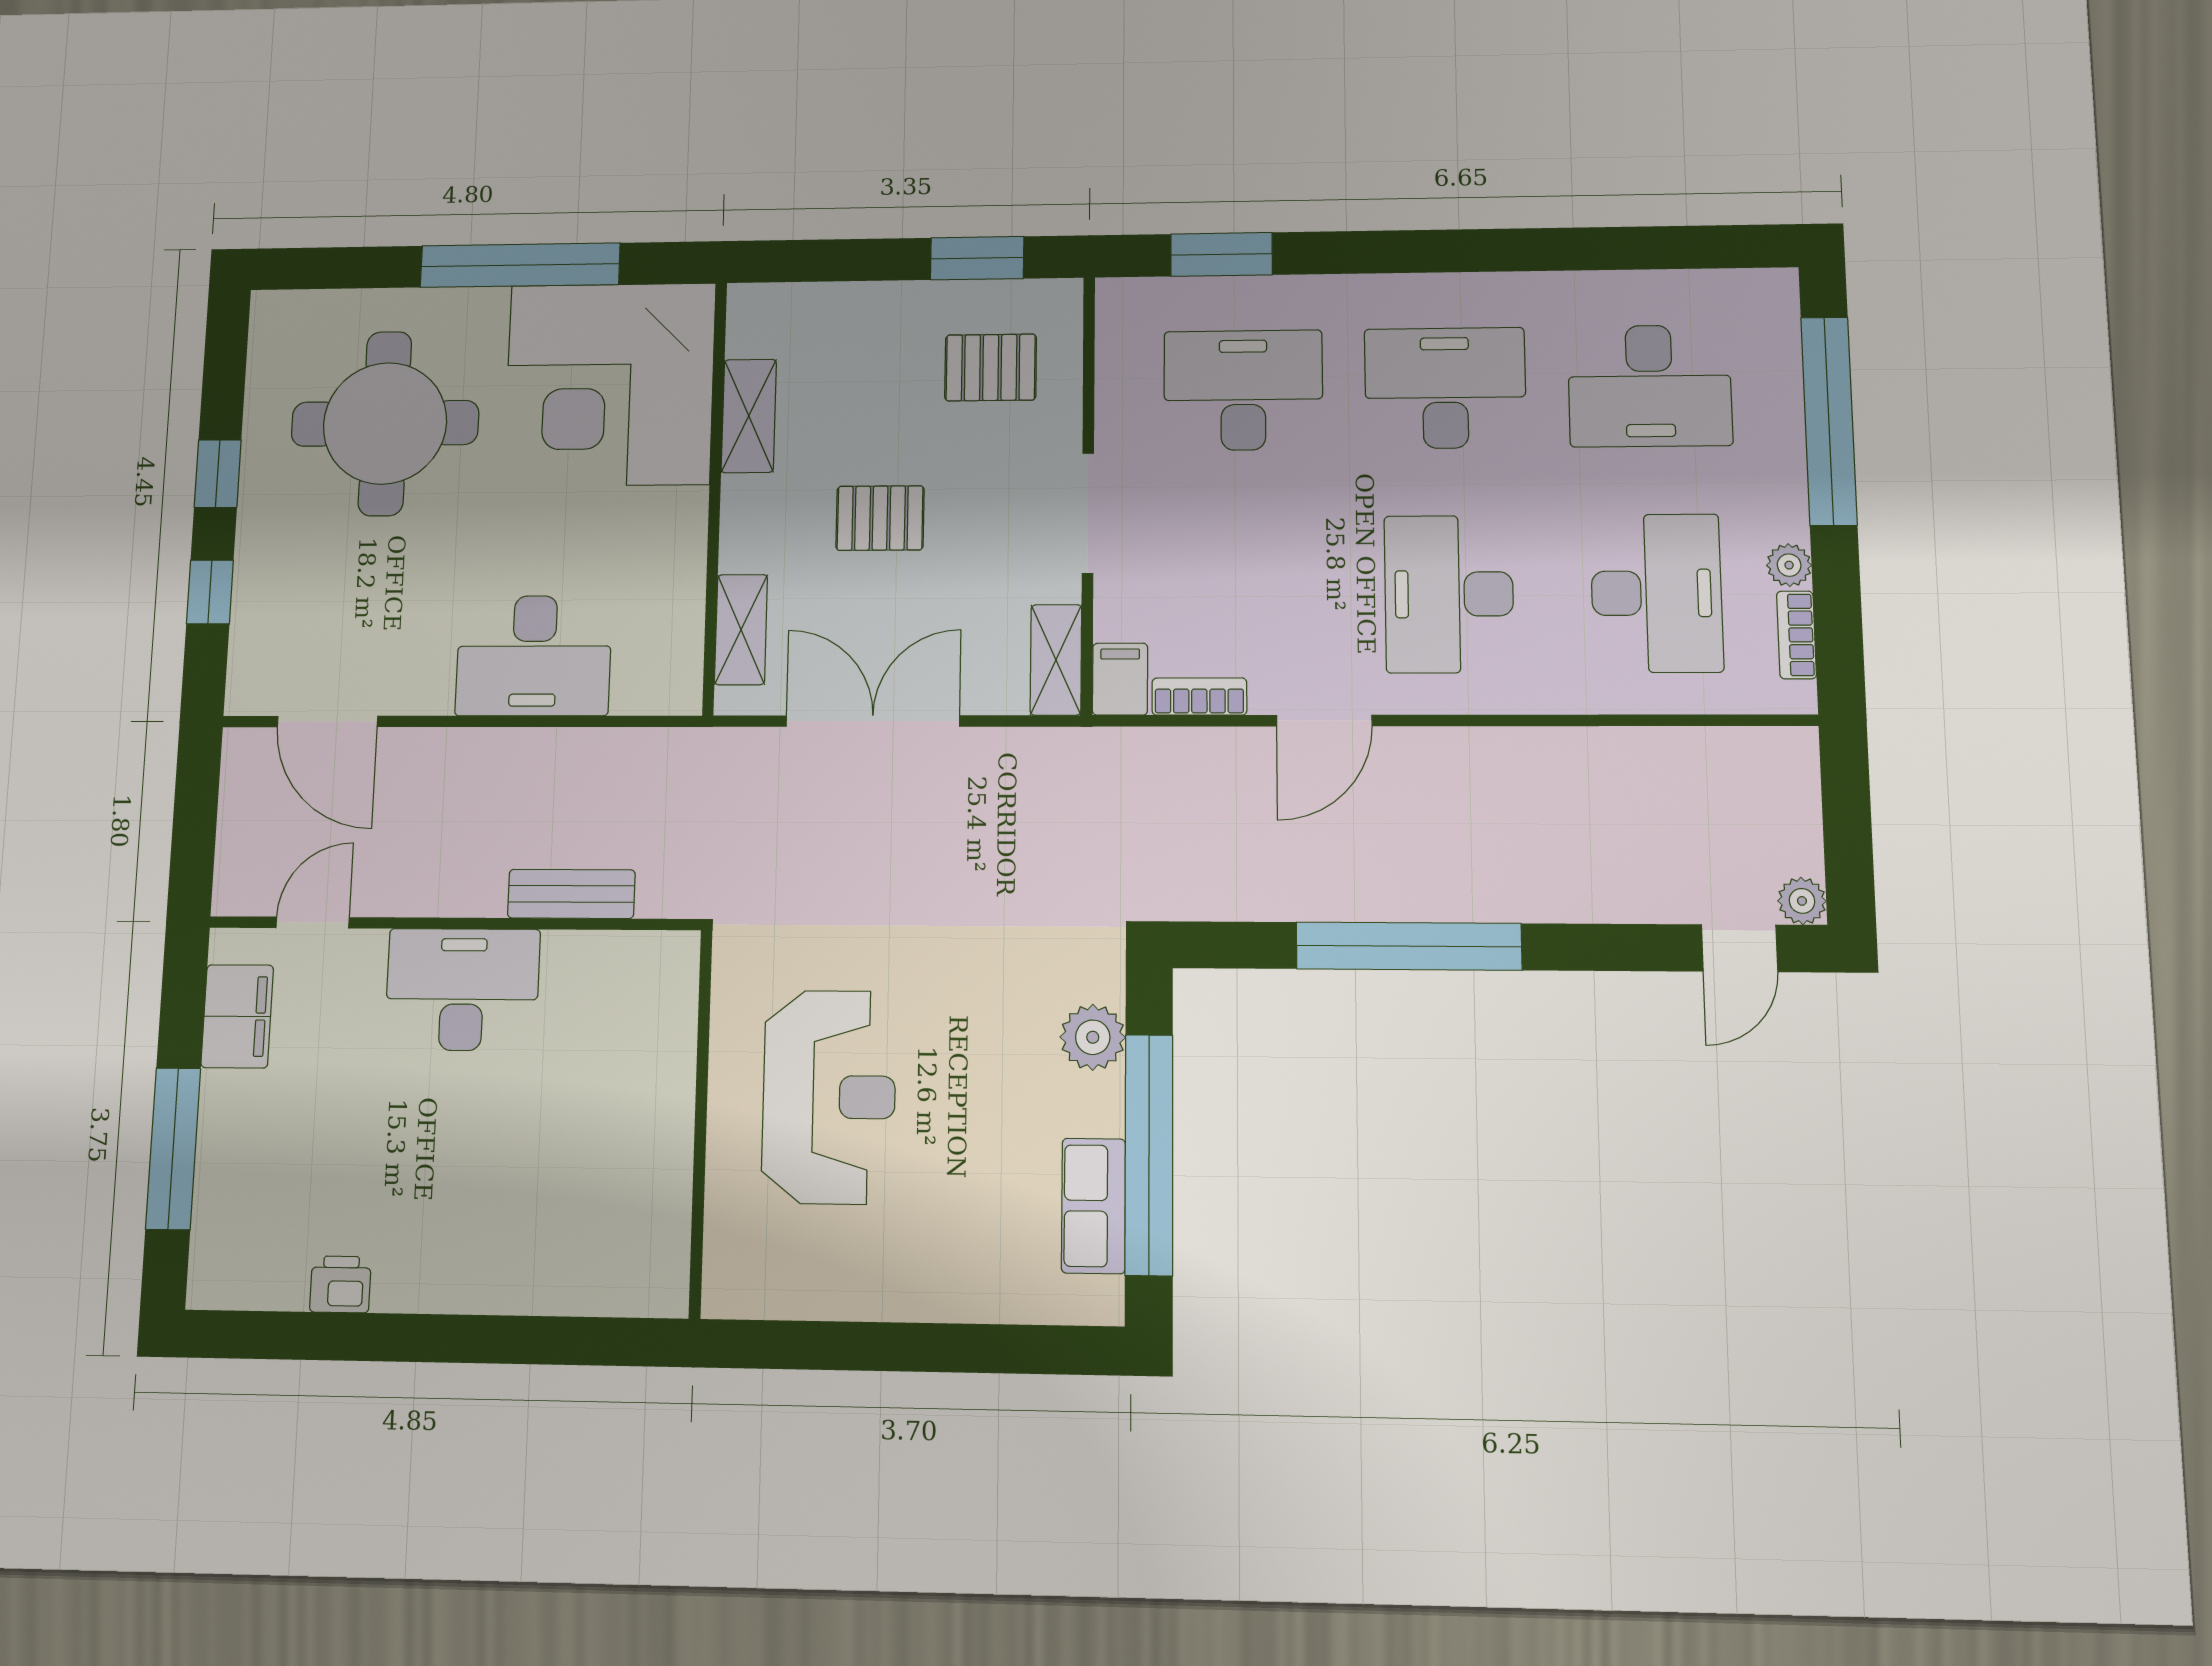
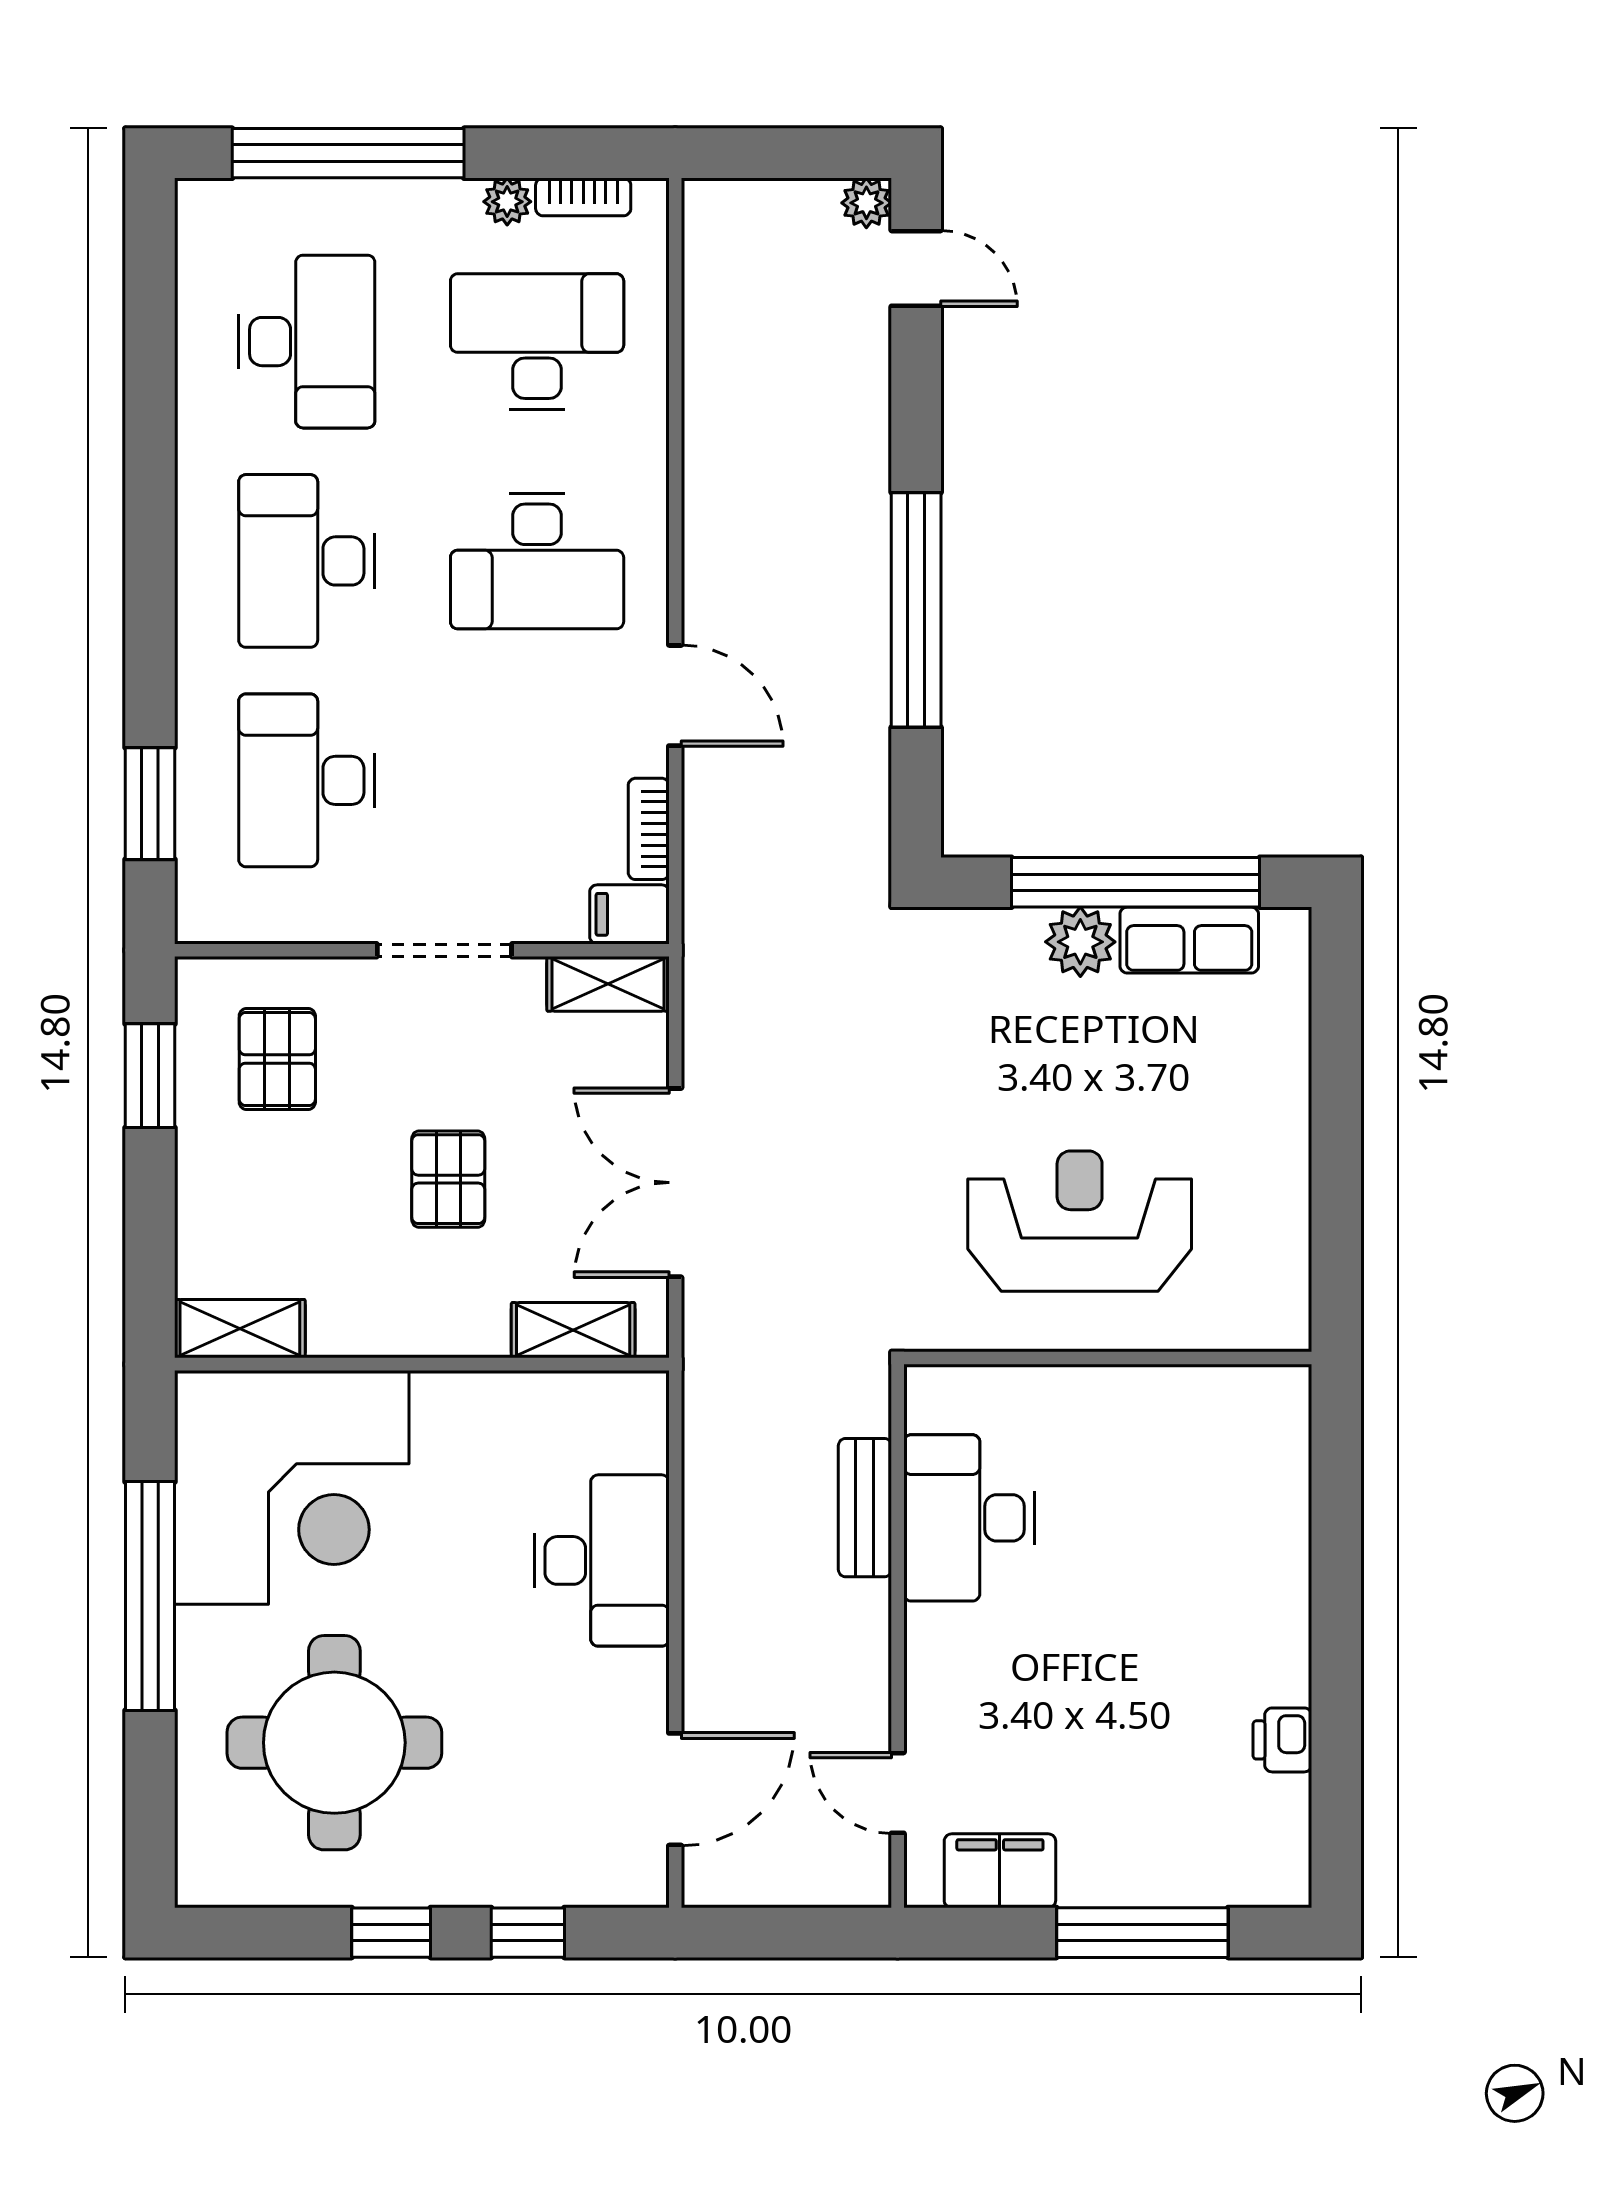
shelving: (749, 416) -> (240, 1329), moved
desk: (462, 990) -> (969, 1518), moved
plant: (1093, 1037) -> (1080, 942), moved

